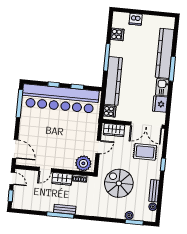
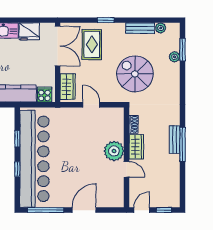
door: (15, 149) -> (84, 210), moved
plant: (83, 163) -> (114, 151), moved
spiral stairs: (119, 183) -> (135, 74), turned 90

